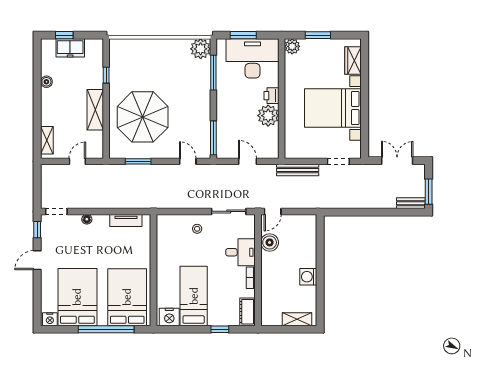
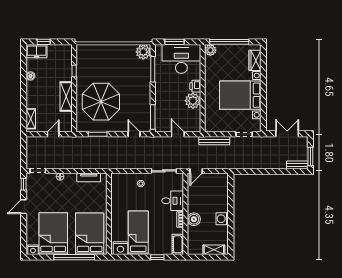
window: (318, 35) -> (229, 42), width x2.11
freezer: (70, 48) -> (37, 51), moved
boiler: (270, 242) -> (194, 219), moved

